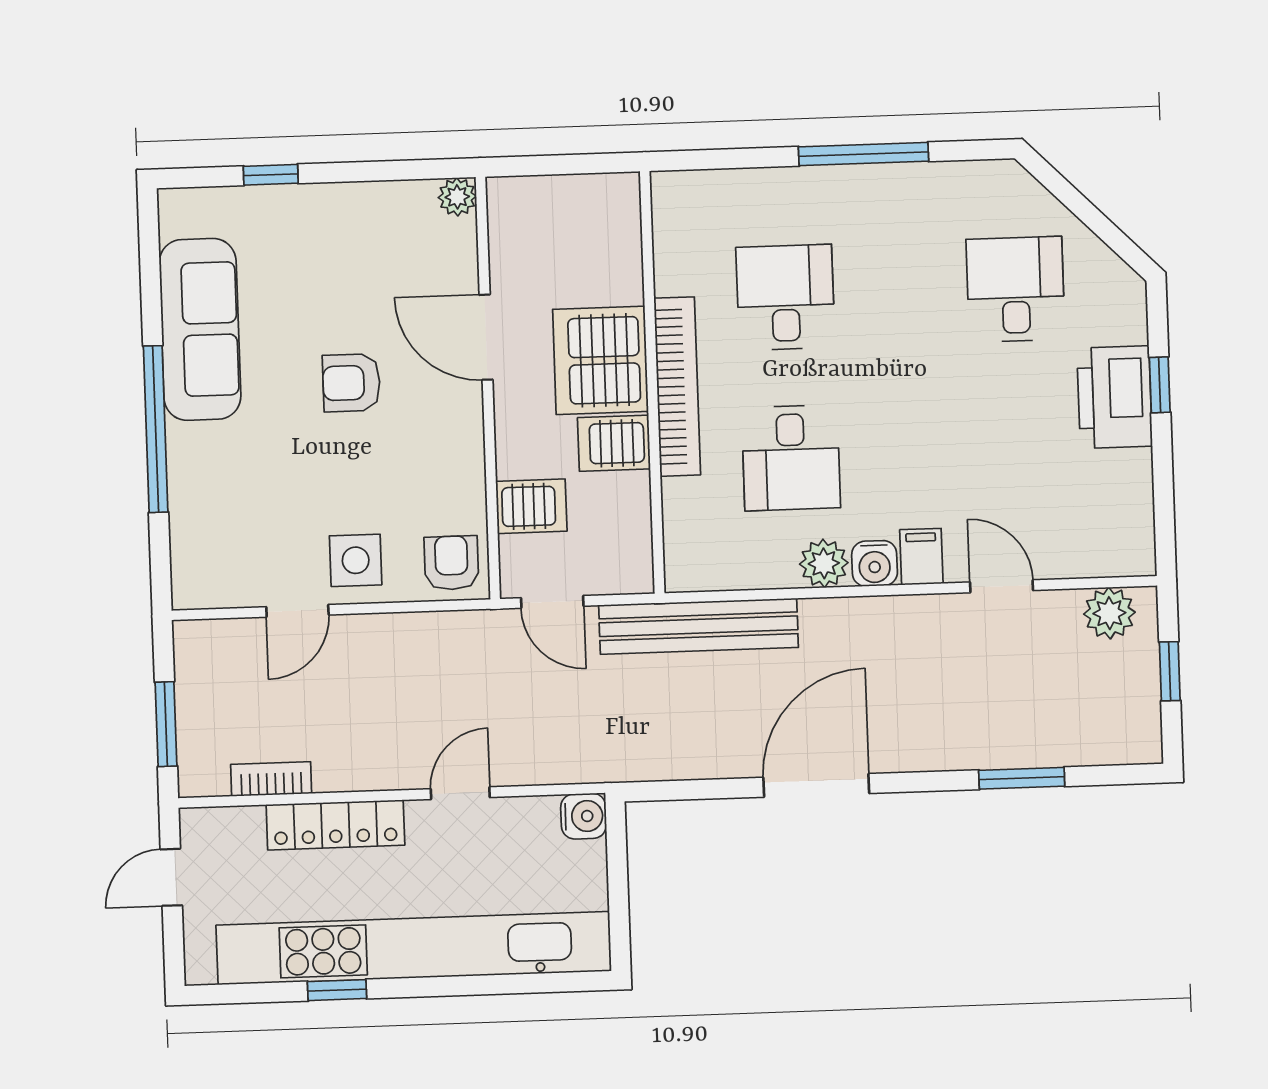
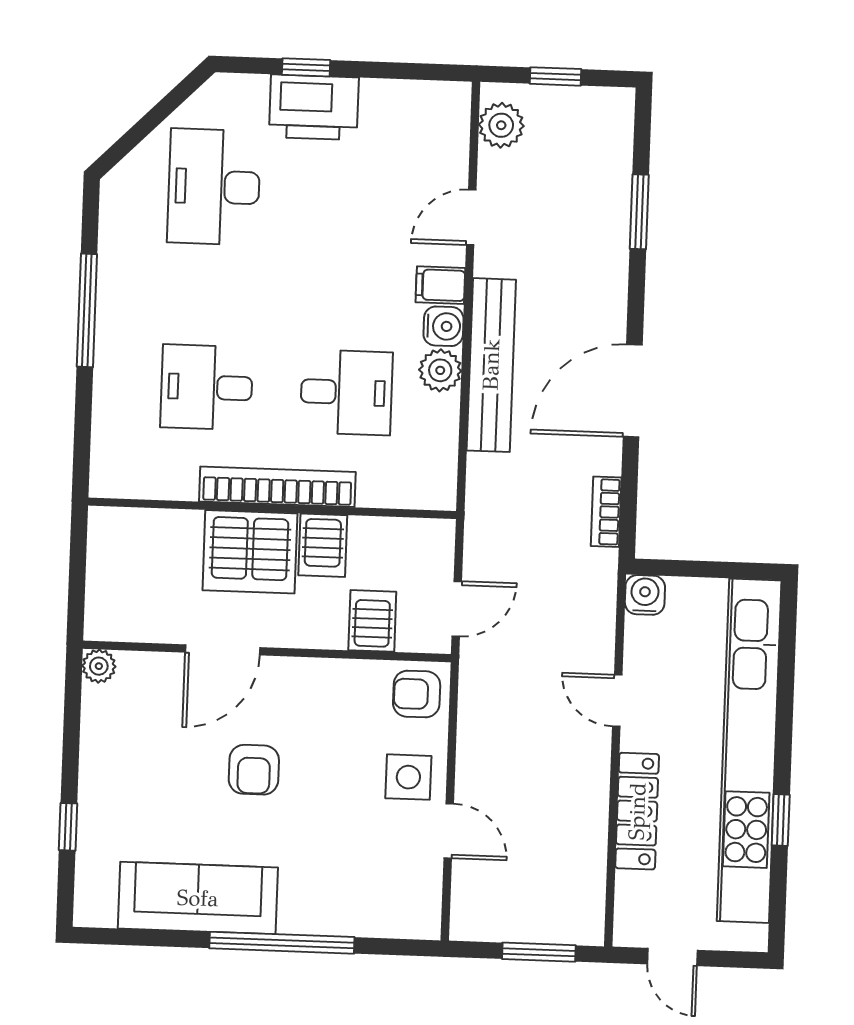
desk: (1015, 289) -> (214, 187), width x1.37
bench: (699, 626) -> (491, 365), moved
bookcase: (271, 779) -> (606, 512), moved
door: (816, 785) -> (633, 391), hinge flipped

